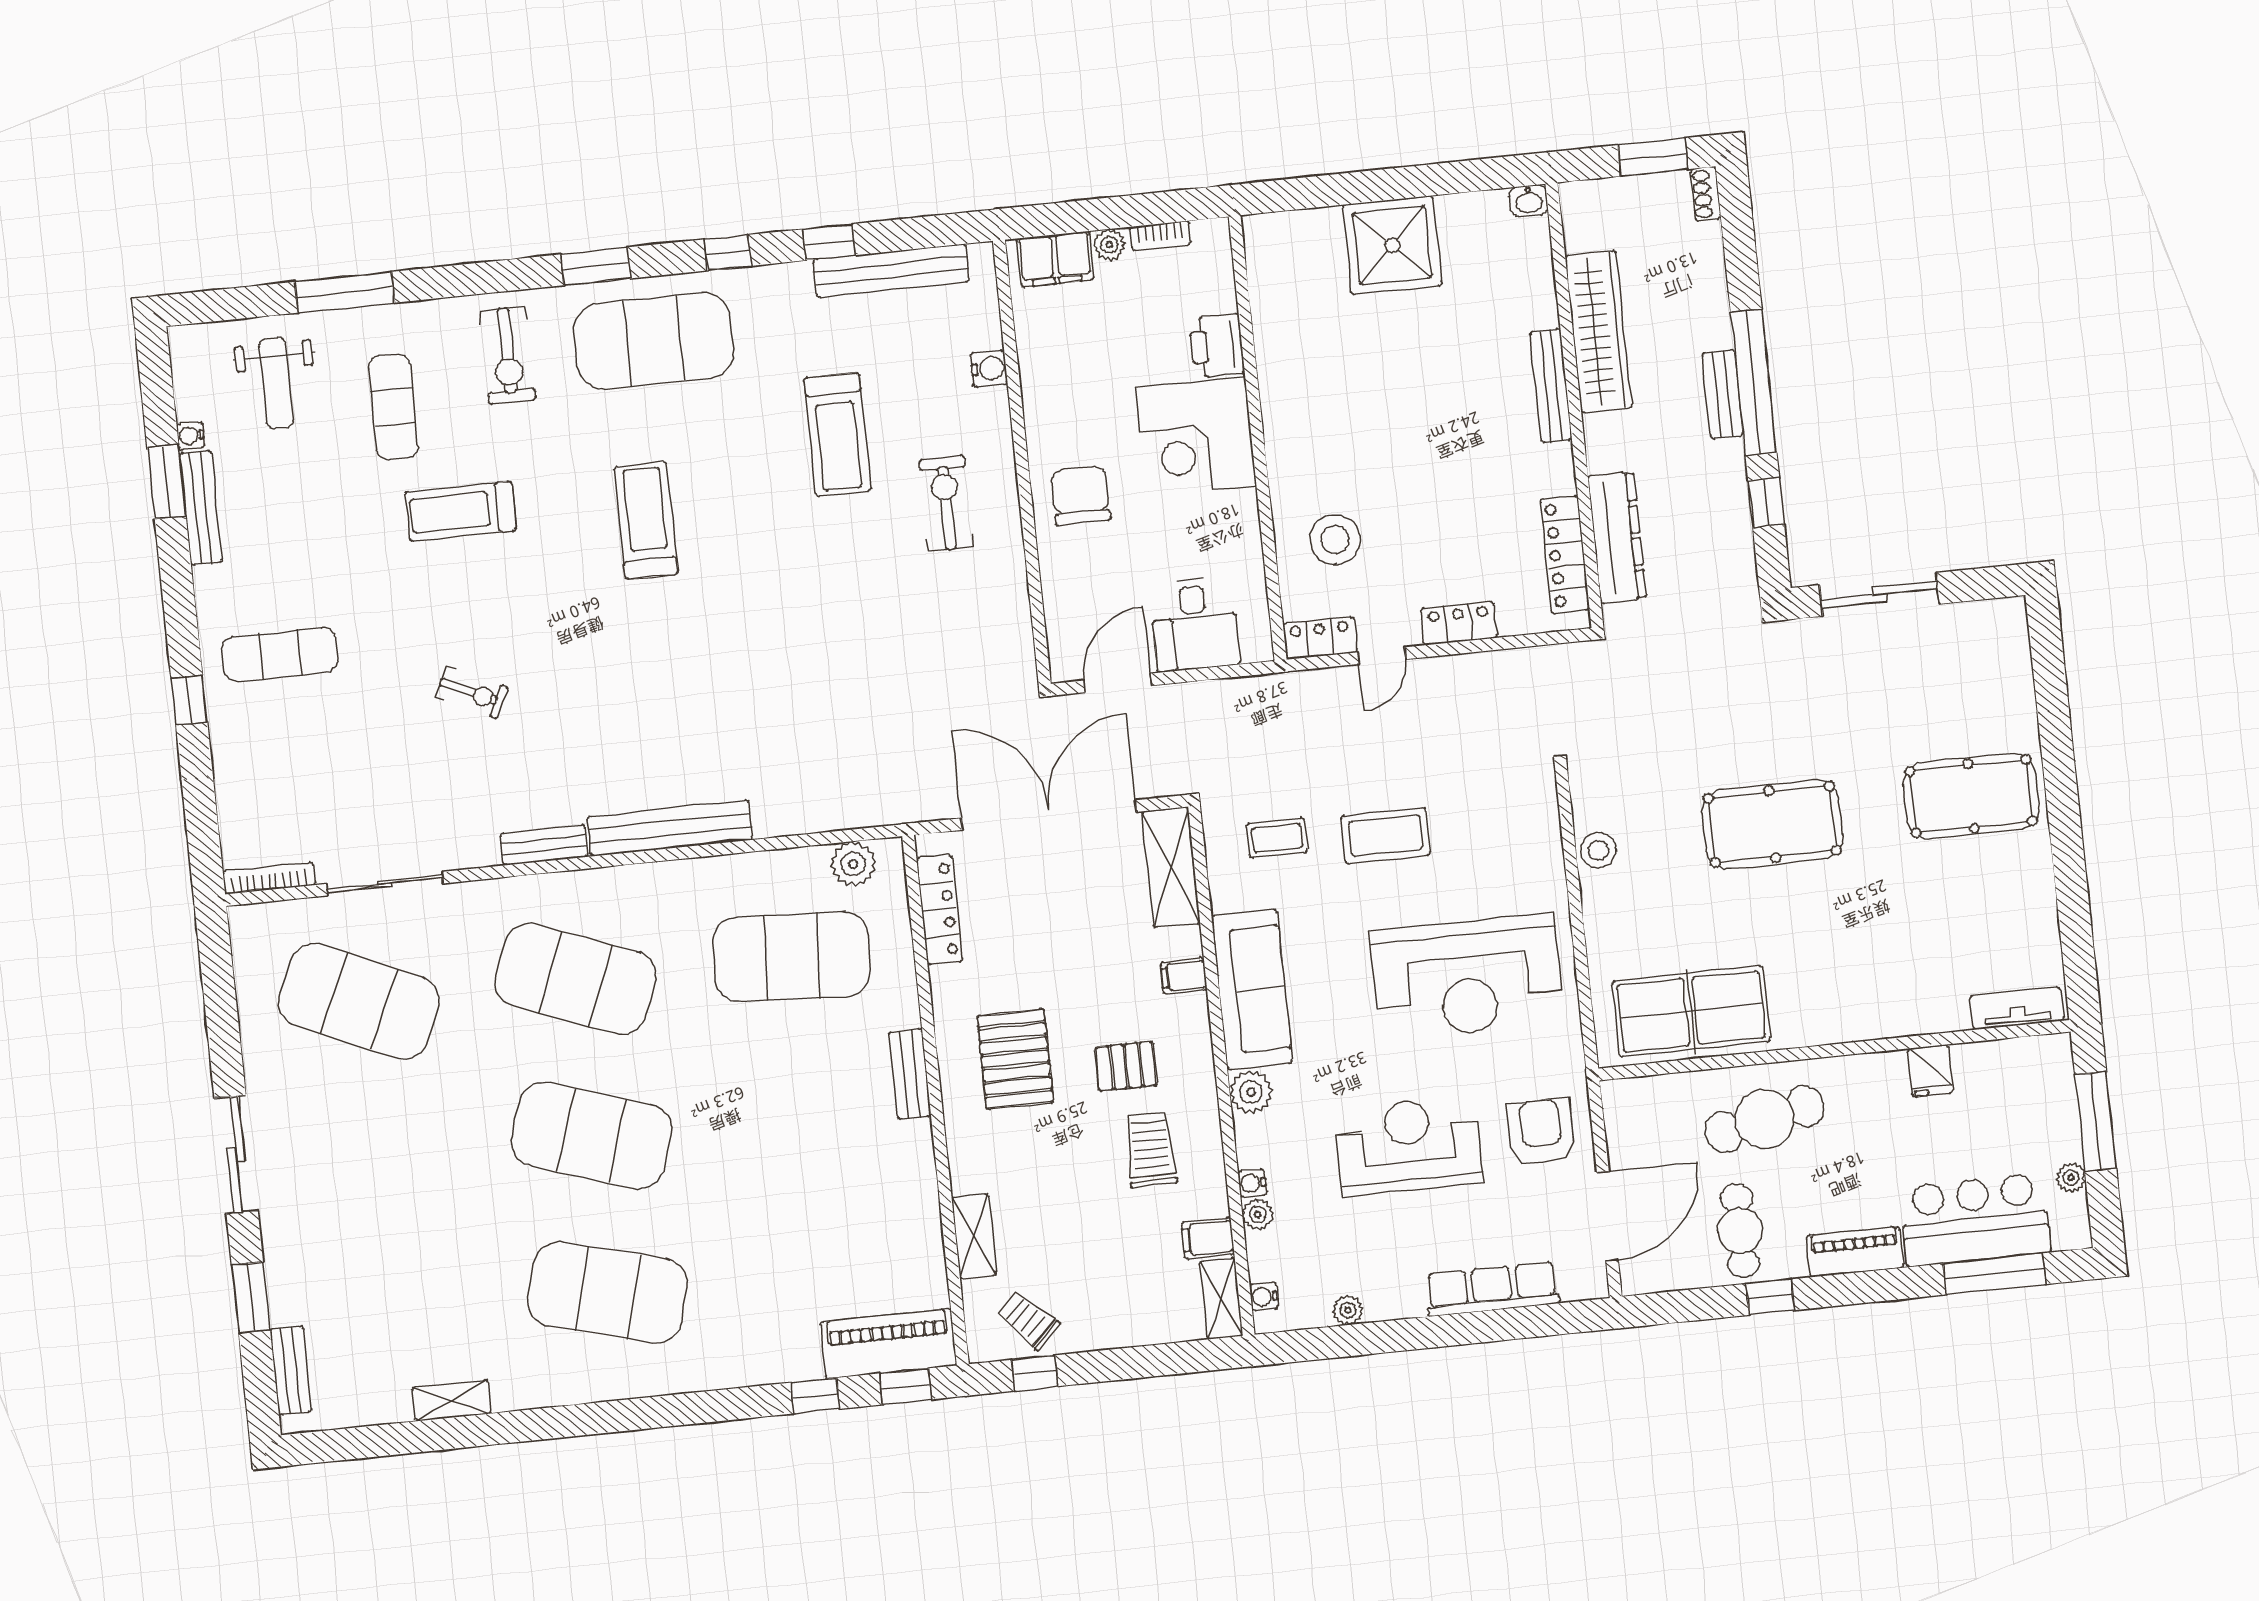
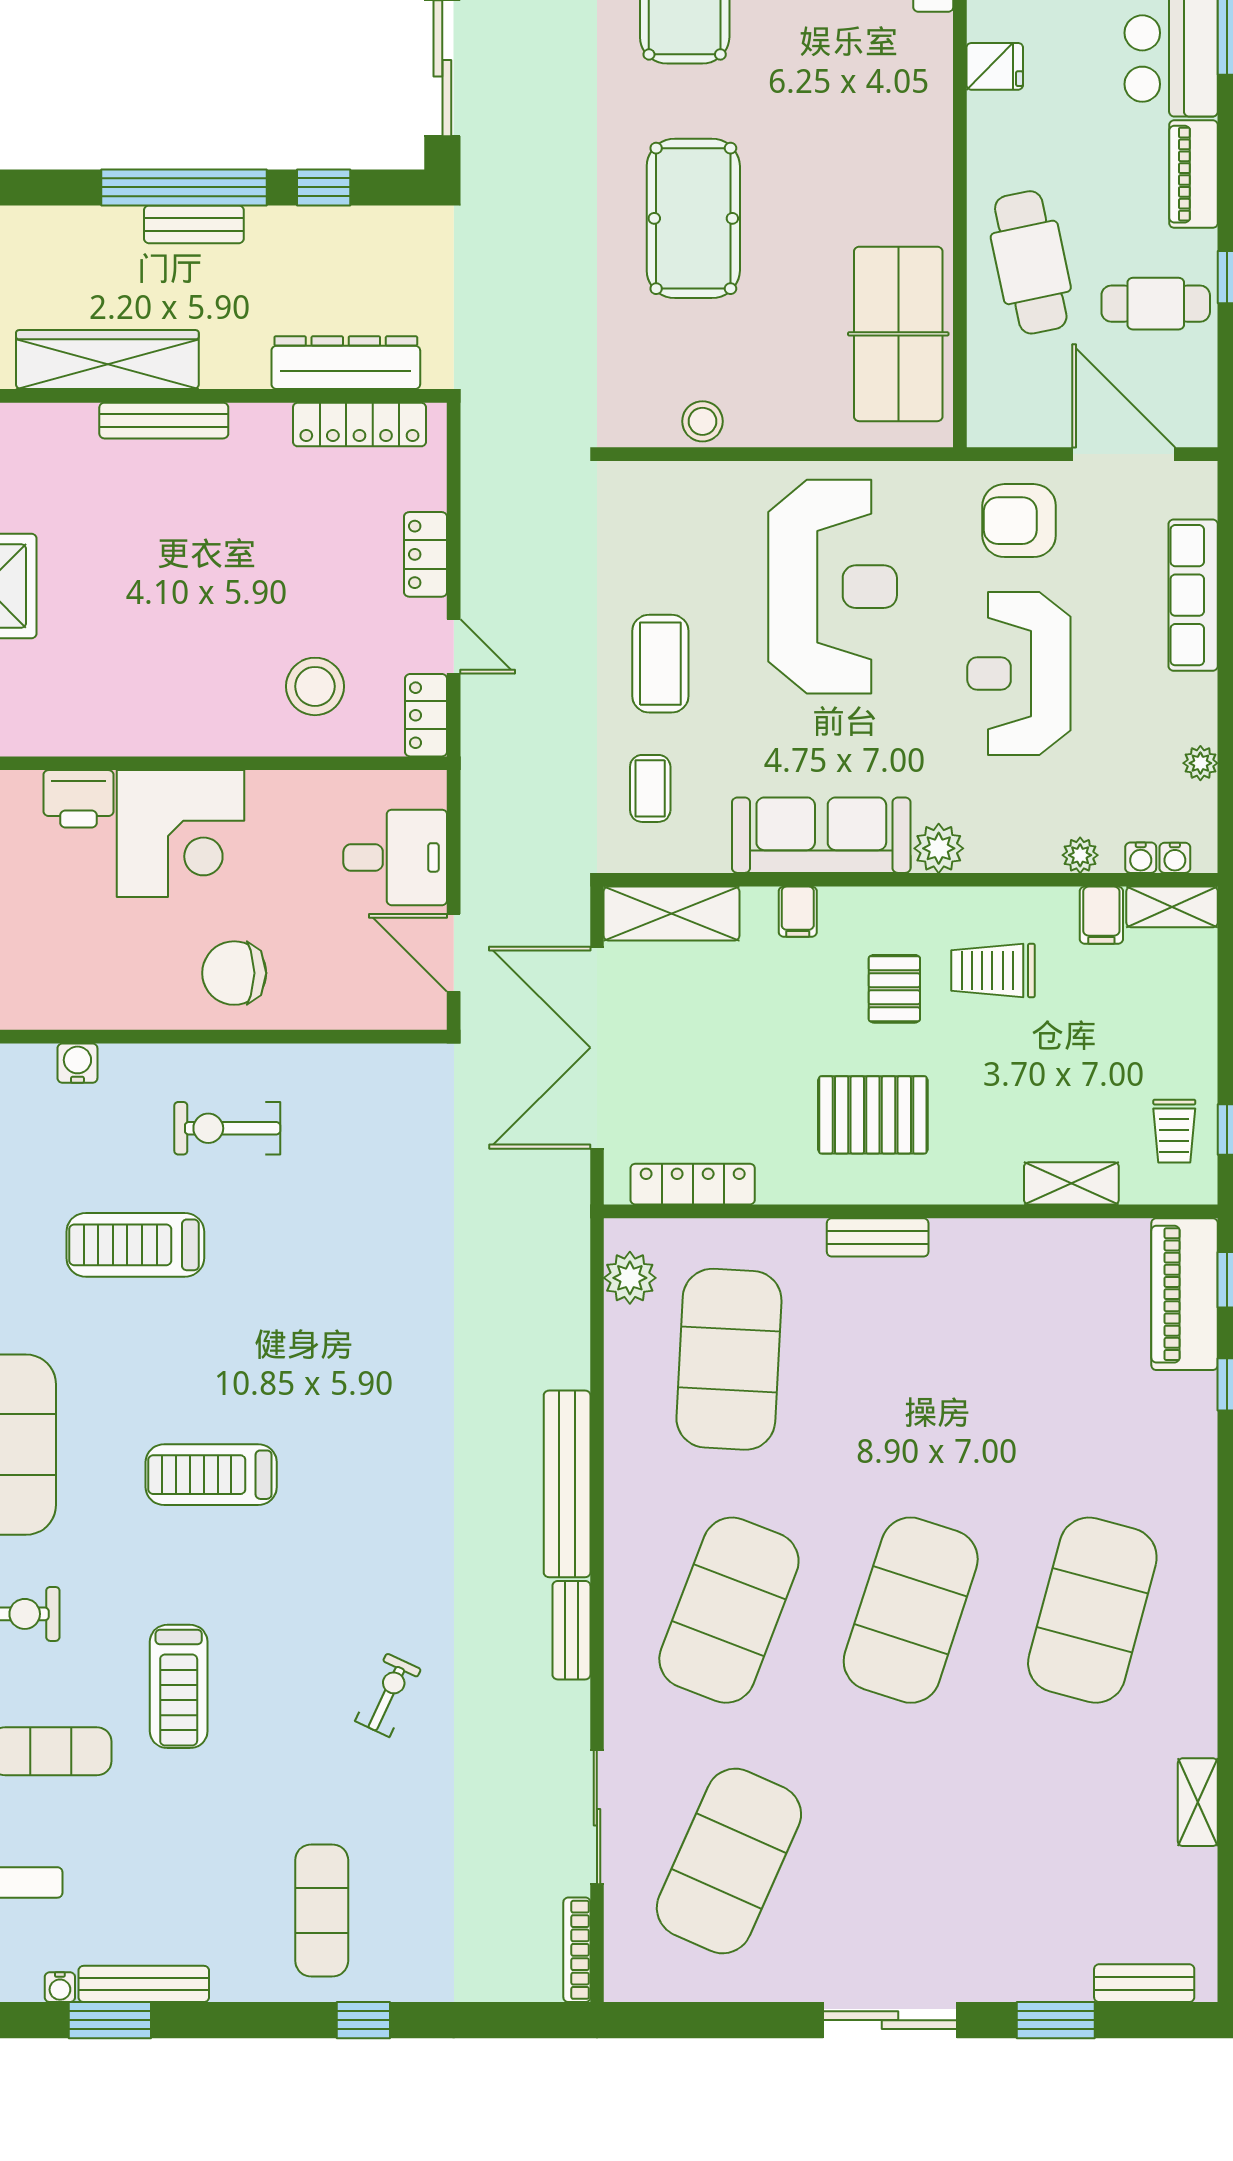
treadmill: (837, 435) -> (135, 1245), turned 180
water cooler: (1252, 1183) -> (1141, 858), moved
trolley: (1028, 1320) -> (1174, 1131), turned -45

